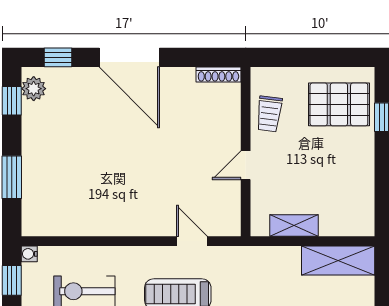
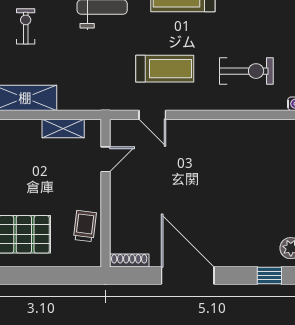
door: (129, 57) -> (188, 275), moved
door: (246, 165) -> (105, 159), moved

